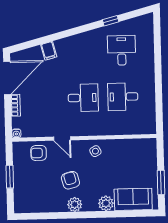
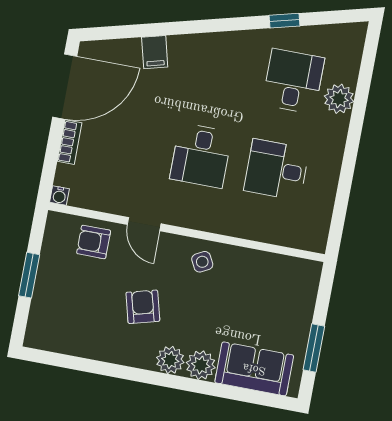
plant: (147, 54) -> (339, 99), added
desk: (83, 98) -> (201, 155), turned 90
plant: (75, 204) -> (170, 360), moved

